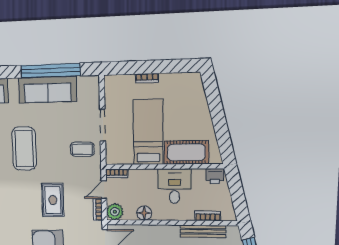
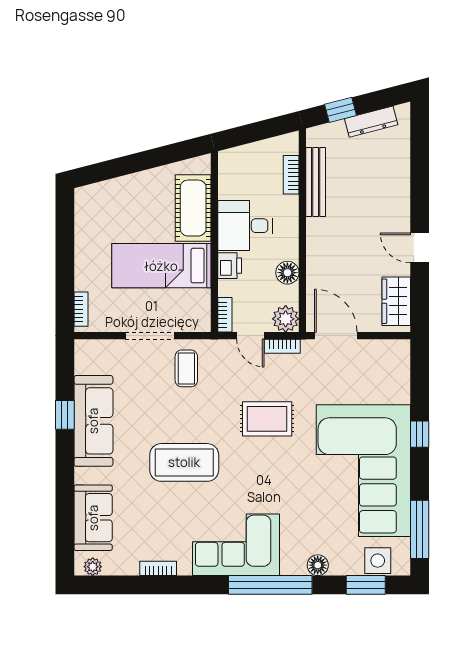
window: (51, 71) -> (65, 415), width x0.32
bookcase: (147, 78) -> (81, 309), moved
printer: (215, 176) -> (230, 266), moved

